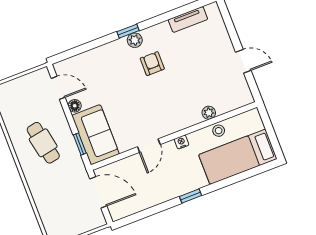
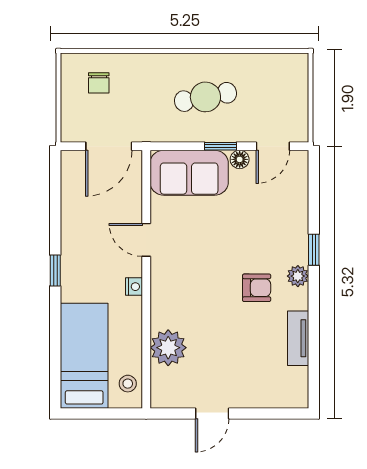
tv unit: (188, 19) -> (298, 338), moved
window: (128, 31) -> (314, 250), moved
plant: (209, 113) -> (168, 348), width x1.88, depth x1.88
stool: (219, 131) -> (128, 384), moved
window: (80, 144) -> (221, 146), moved
chair: (60, 214) -> (99, 83), added

